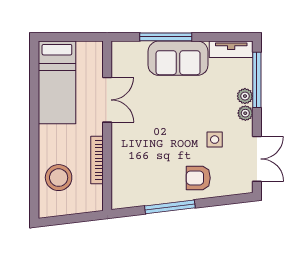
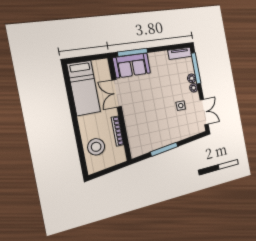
window: (166, 37) -> (133, 52), moved
sofa: (178, 58) -> (132, 65), moved
double door: (107, 100) -> (117, 93), swing flipped
armchair: (198, 178) -> (176, 129), removed

